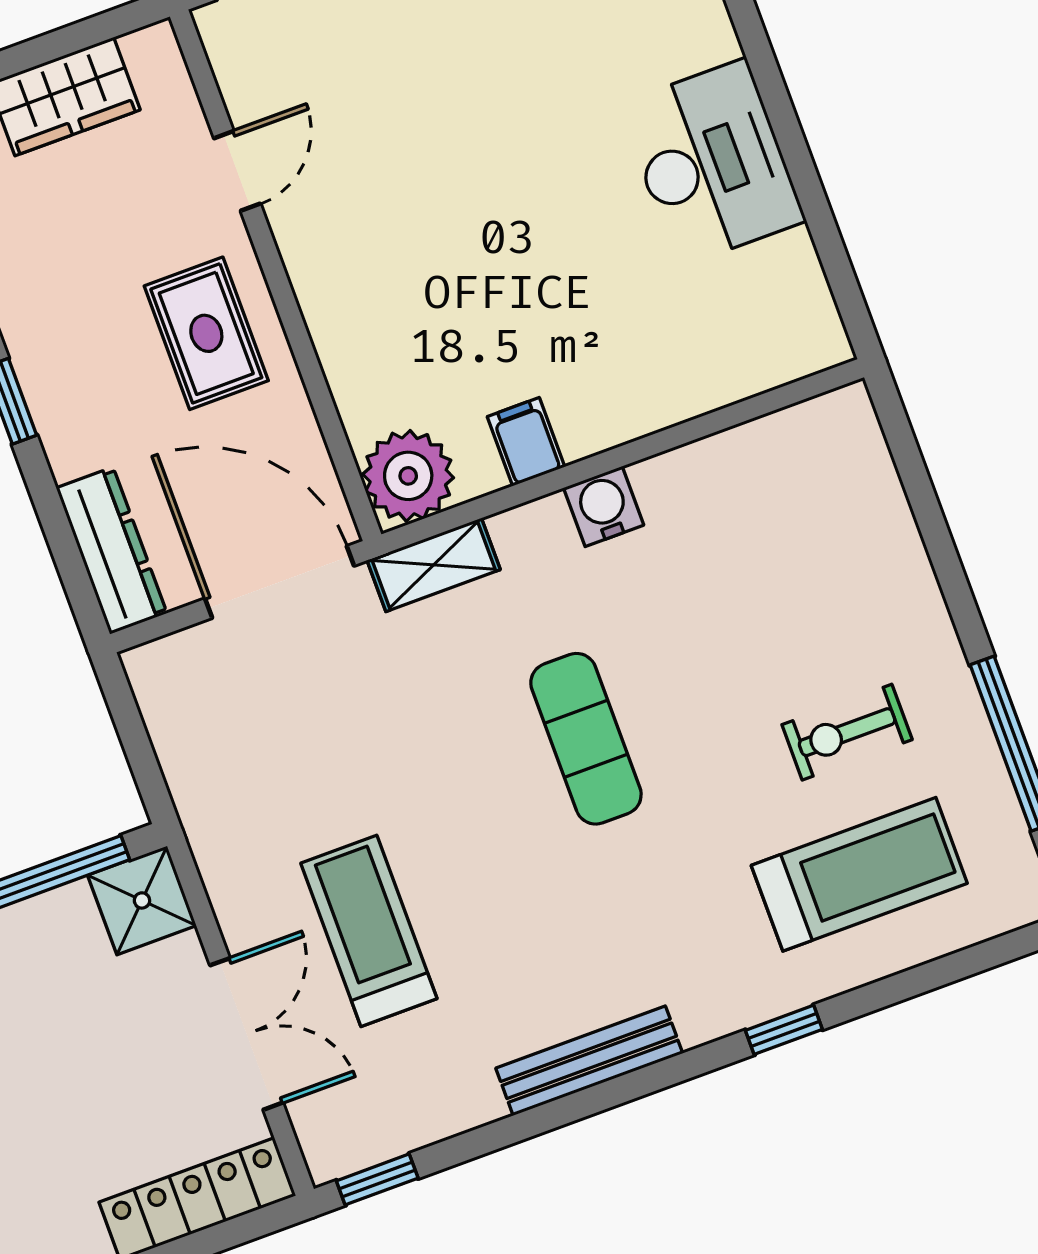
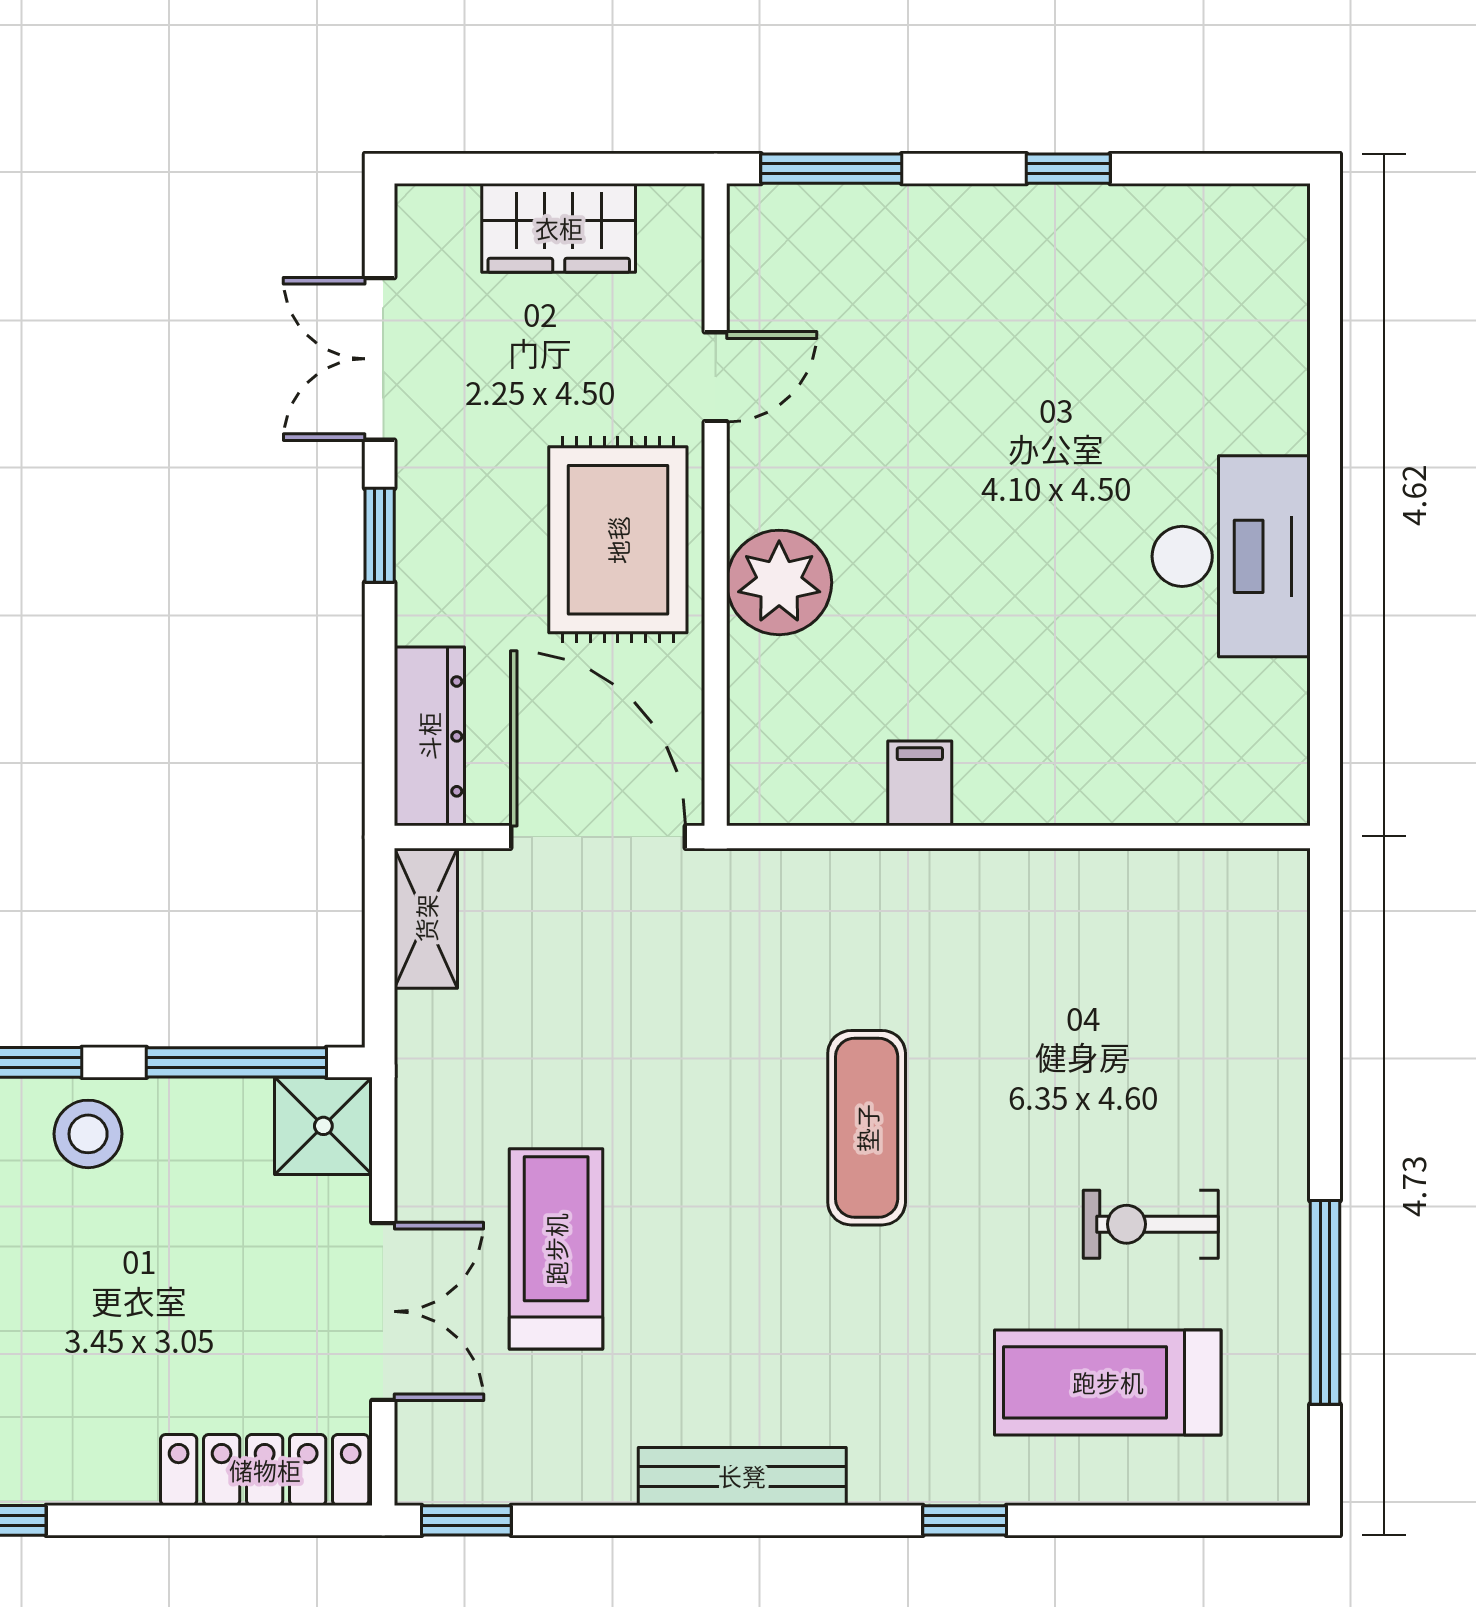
rug: (206, 333) -> (618, 540), width x1.36, depth x1.43
plant: (408, 476) -> (779, 582), moved
water cooler: (604, 506) -> (978, 884), removed
shelving: (434, 565) -> (426, 918), moved, turned 90
treadmill: (859, 874) -> (1108, 1382), turned 180

